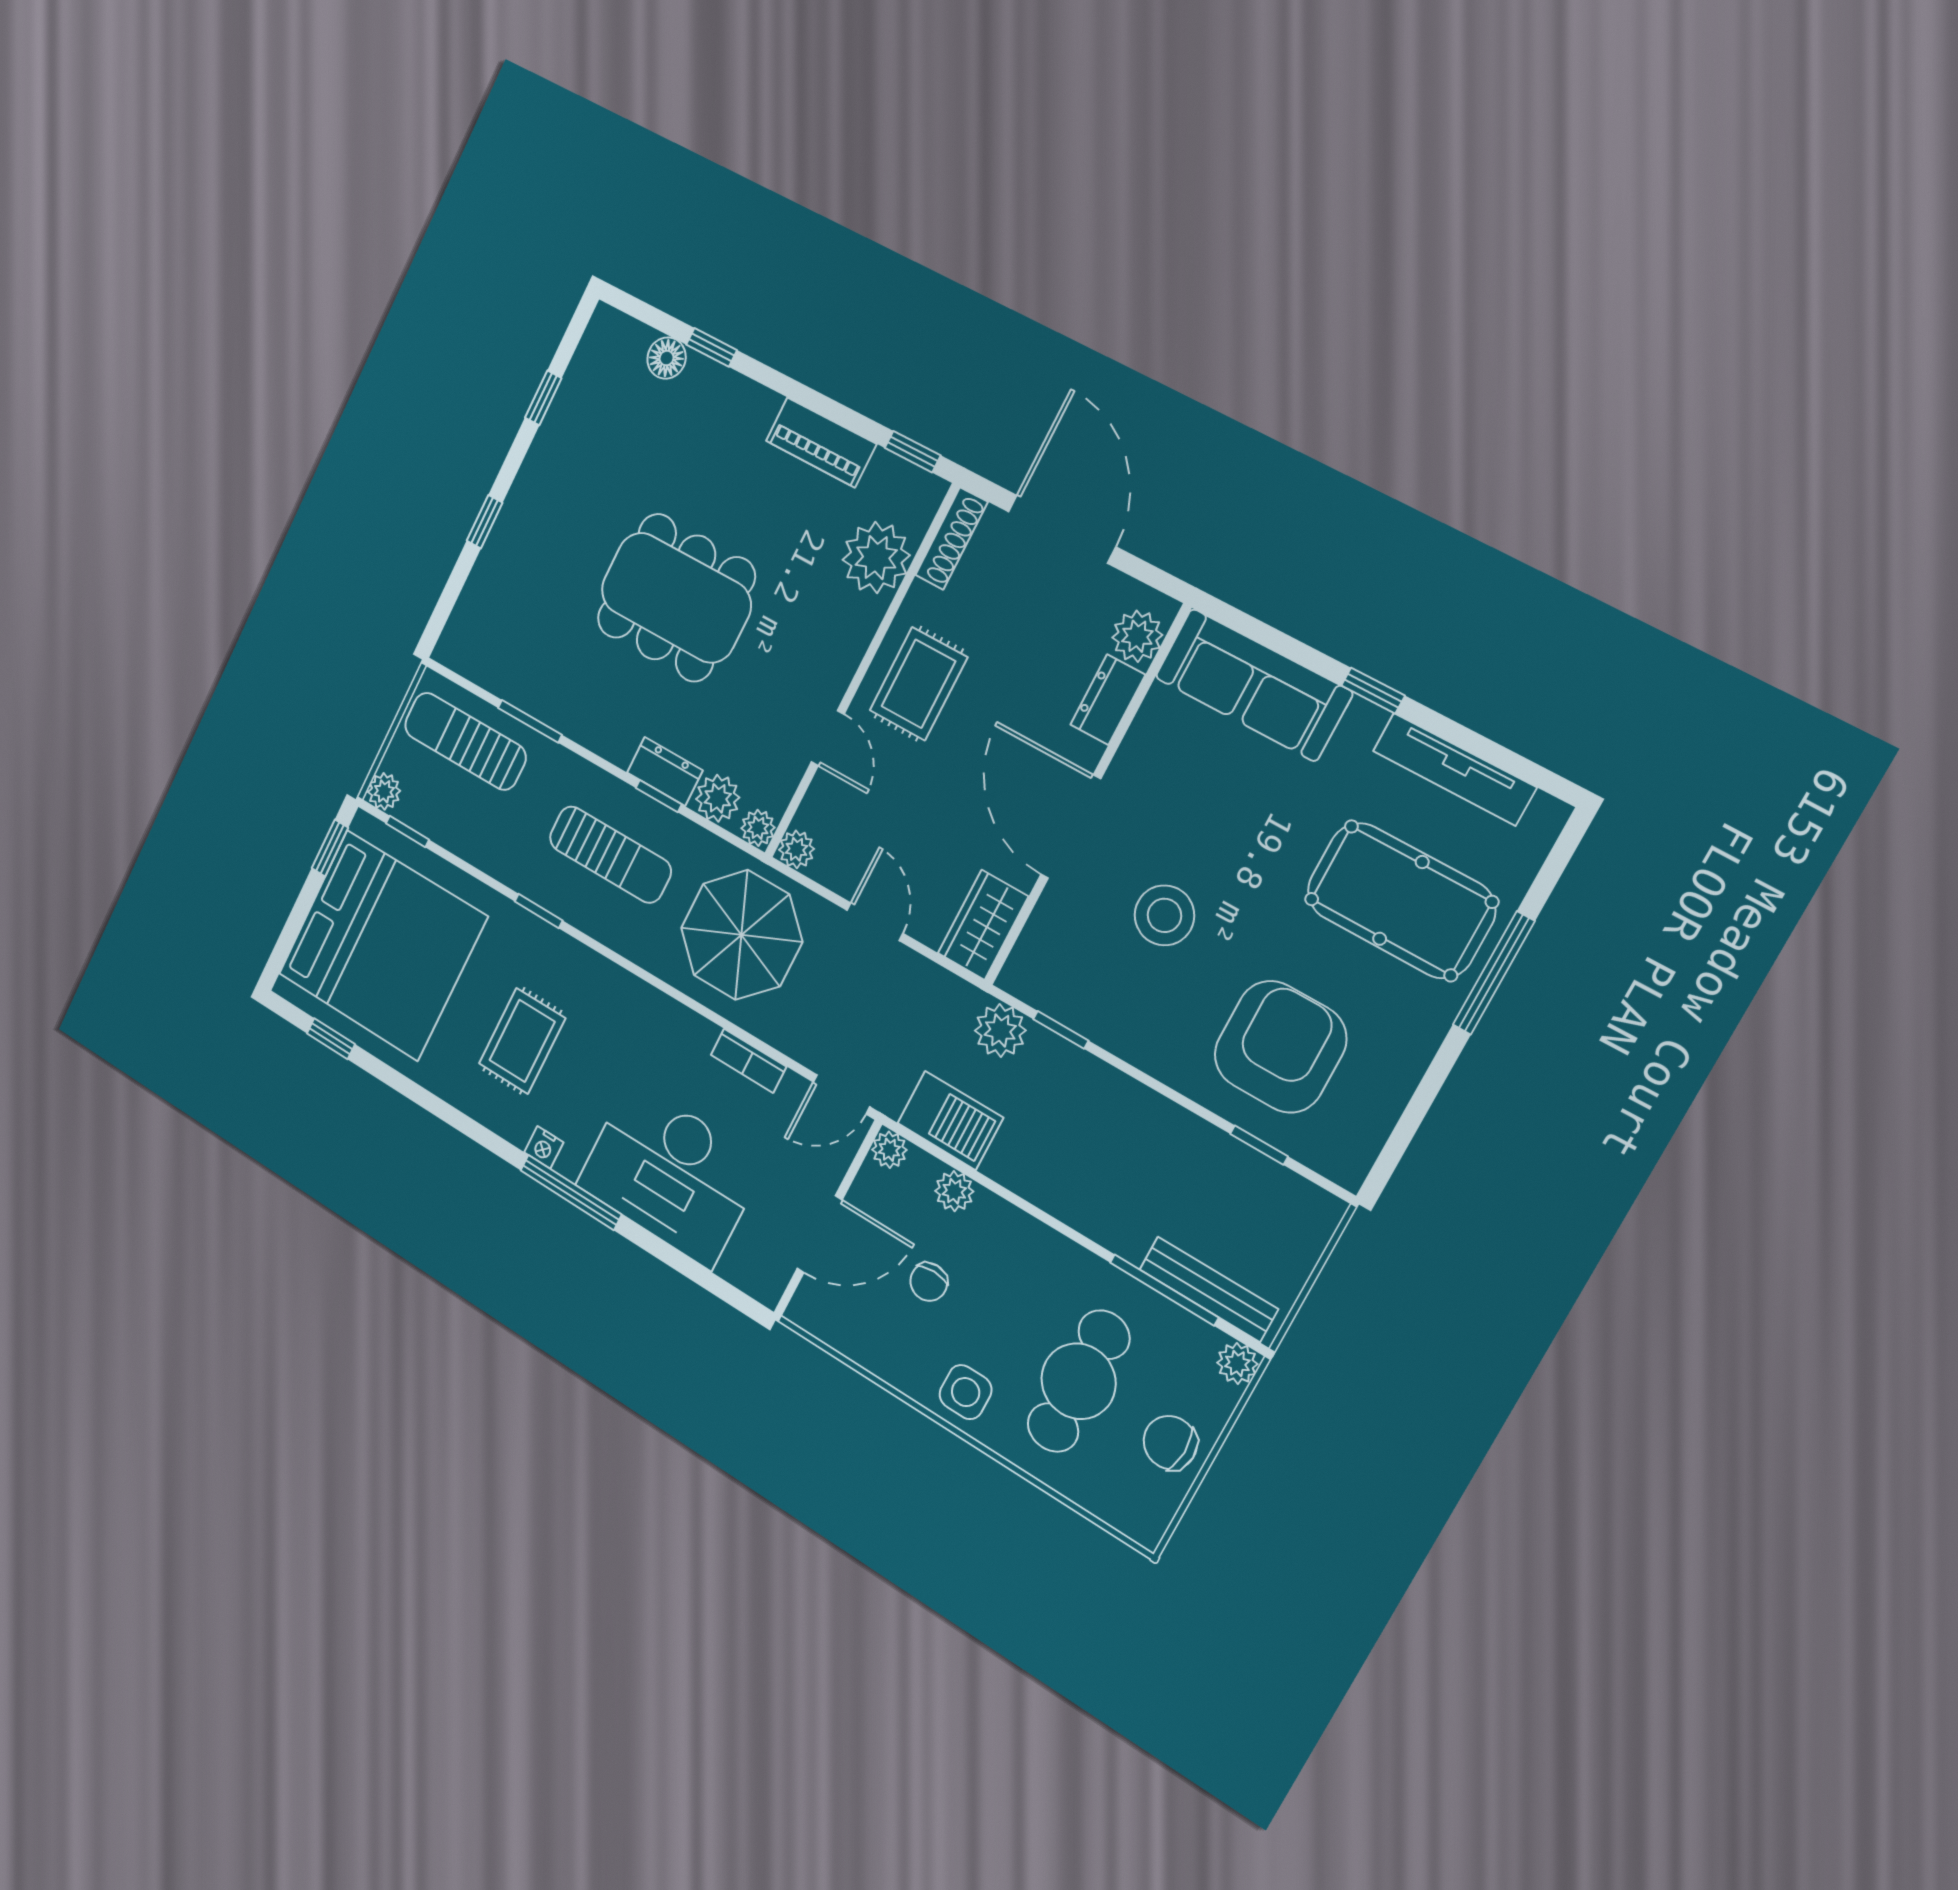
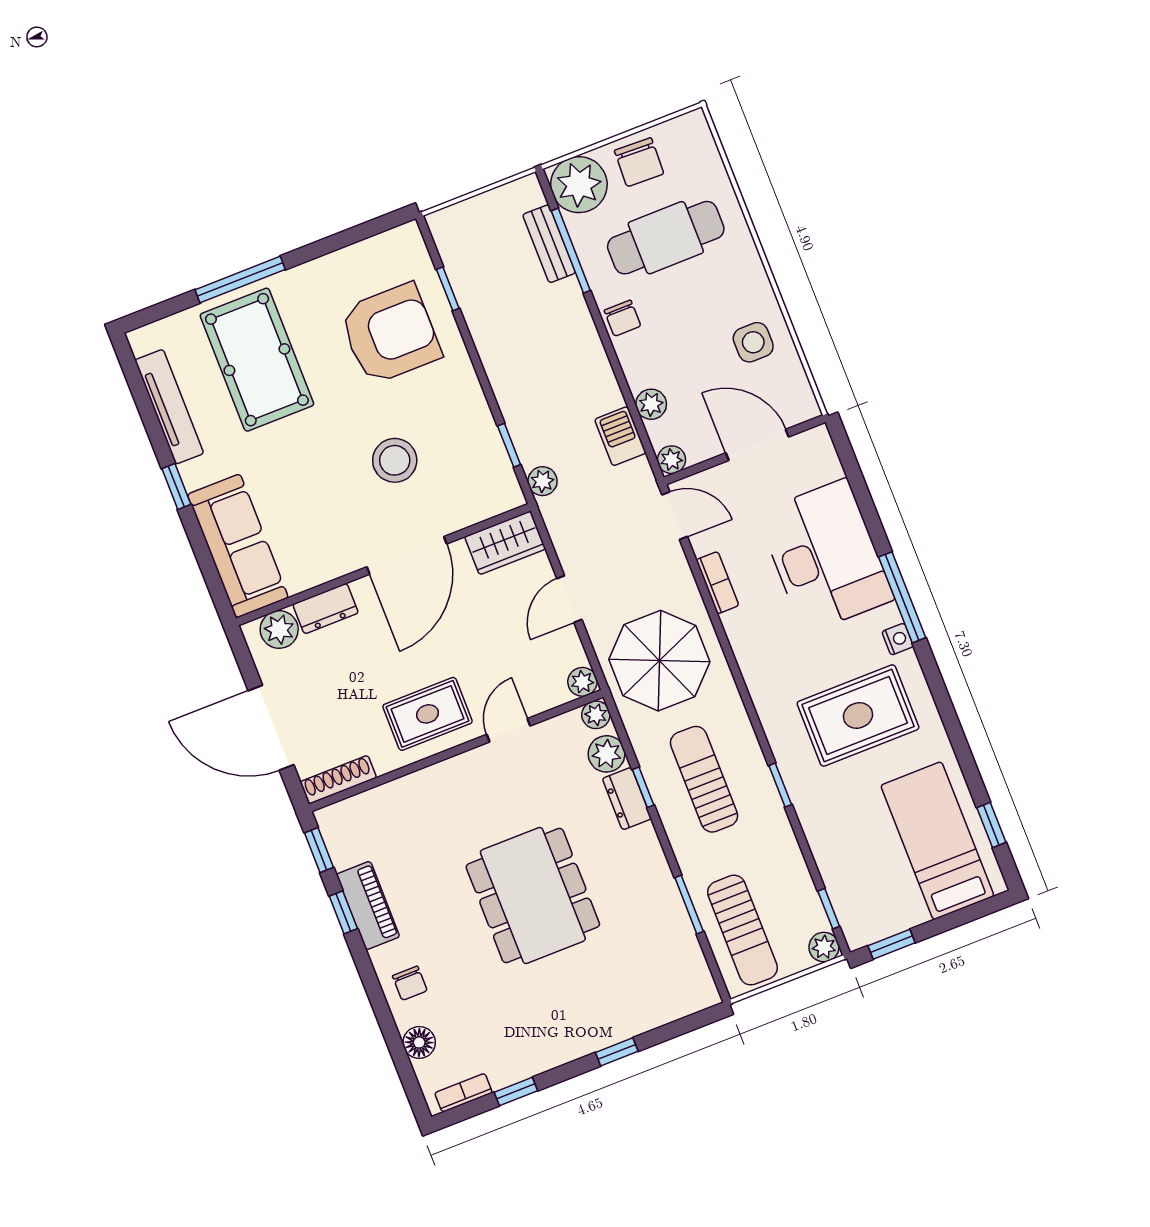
window: (712, 347) -> (343, 912), moved
bookcase: (589, 351) -> (463, 1093), added
chair: (721, 406) -> (410, 983), added
door: (1062, 529) -> (271, 728), hinge flipped
plant: (876, 558) -> (391, 809), removed
bed: (382, 945) -> (937, 841), width x0.49
plant: (1000, 1031) -> (543, 481), width x0.73, depth x0.73
rug: (522, 1041) -> (858, 715), width x1.36, depth x1.43
armchair: (1280, 1047) -> (390, 334), turned 180
barbecue: (950, 1120) -> (620, 436), width x0.73, depth x0.79
chair: (929, 1282) -> (622, 318), moved, turned 90
bench: (1209, 1289) -> (549, 244), width x0.73
plant: (1237, 1363) -> (579, 185), width x1.88, depth x1.88
side table: (966, 1392) -> (753, 342), moved

